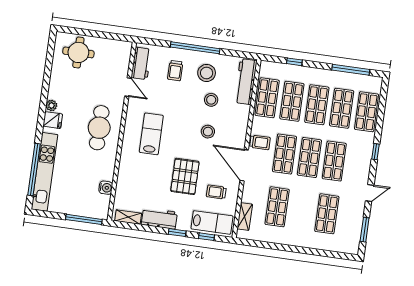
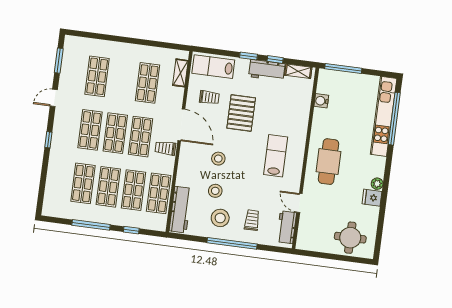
window: (351, 70) -> (91, 225), moved
shop shelf: (367, 112) -> (58, 180), removed
fridge: (53, 120) -> (372, 198), moved
lab bench: (151, 134) -> (276, 156), turned 180
window: (207, 237) -> (275, 59), moved

